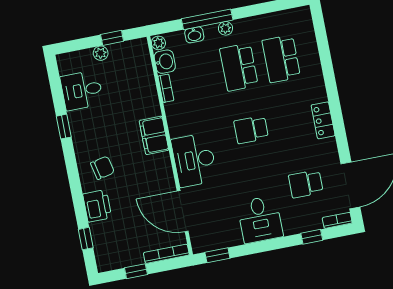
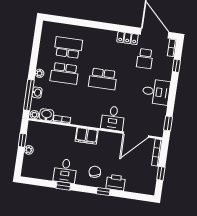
window: (207, 19) -> (29, 95), moved
school desk: (281, 59) -> (68, 47), turned 180
desk: (82, 90) -> (65, 171), moved
locker: (323, 120) -> (127, 38), moved
school desk: (251, 130) -> (103, 79), width x1.85
desk: (194, 160) -> (113, 118), width x0.73
window: (86, 239) -> (103, 192), moved

